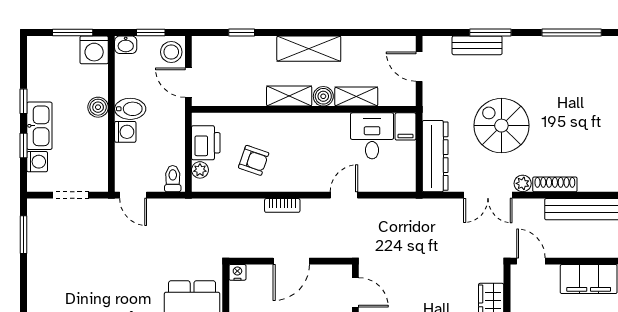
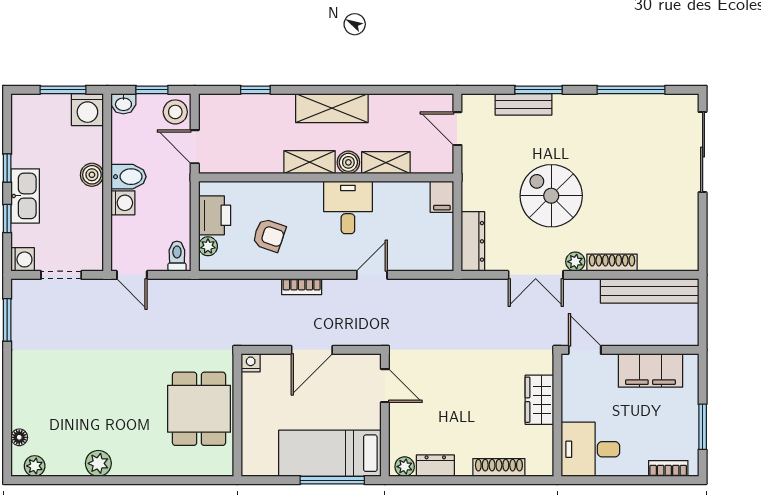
desk: (372, 136) -> (348, 207), moved
dresser: (435, 156) -> (473, 241), width x0.73, depth x0.80
washing machine: (37, 162) -> (23, 259), moved

